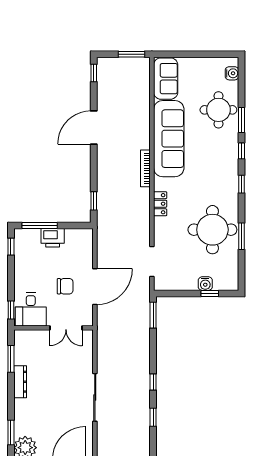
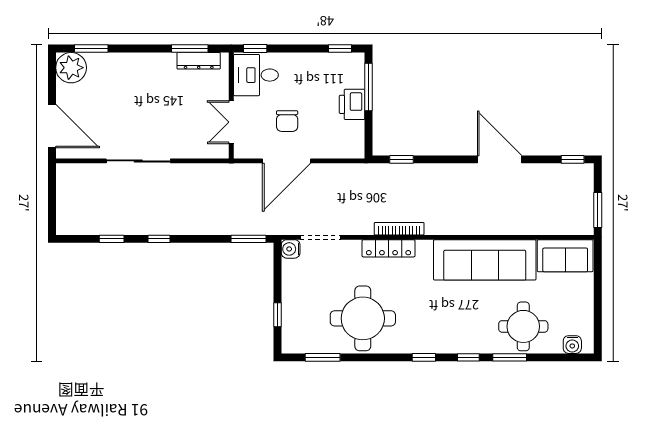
bookcase: (145, 168) -> (399, 229), moved
locker: (160, 204) -> (389, 248), width x1.53
window: (242, 236) -> (323, 357), moved
water cooler: (205, 284) -> (291, 249), moved
door: (95, 287) -> (287, 161), hinge flipped
dresser: (20, 382) -> (199, 61), moved

